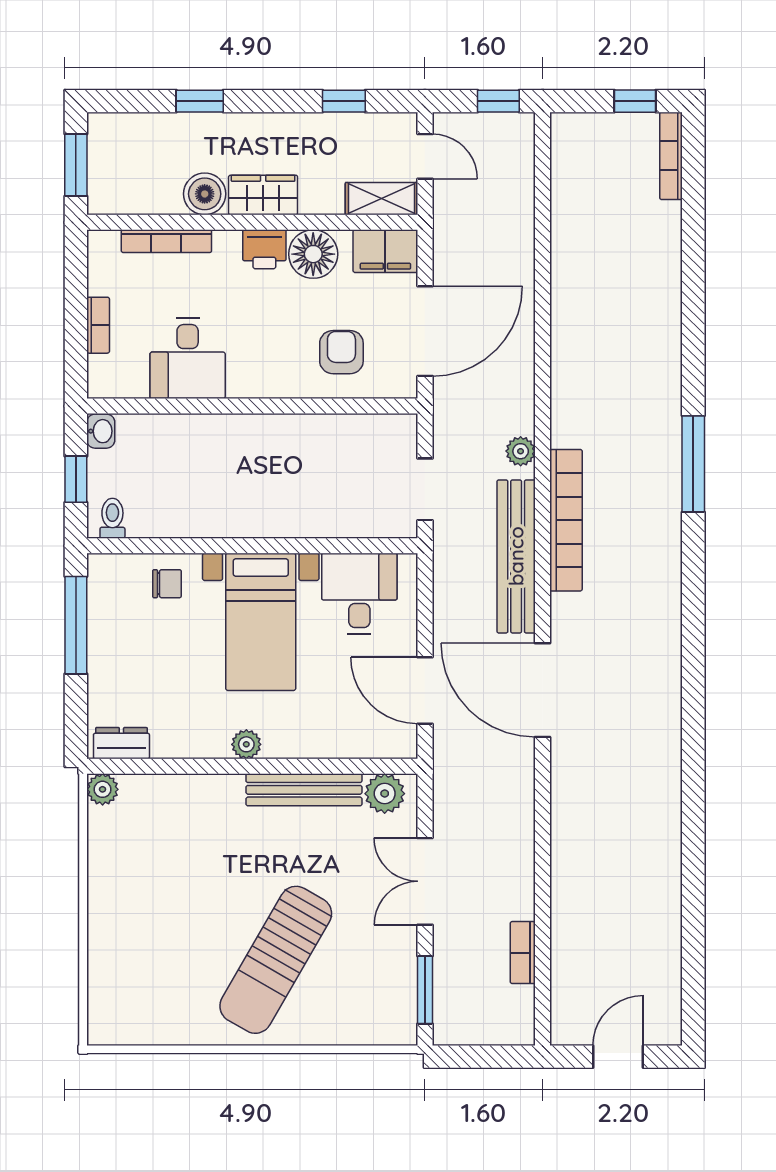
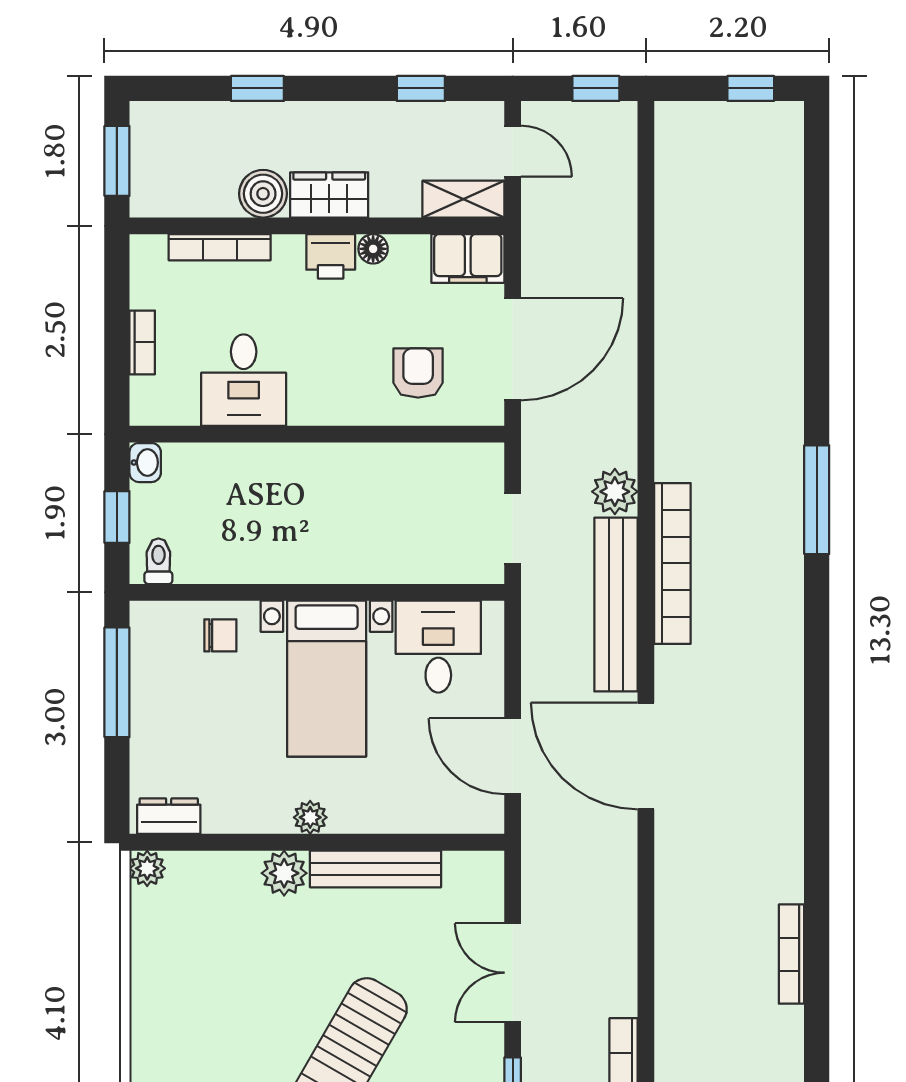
bookcase: (671, 156) -> (791, 954), moved
floor lamp: (313, 254) -> (373, 249), width x0.53, depth x0.53
plant: (521, 451) -> (615, 492), width x1.38, depth x1.38
plant: (385, 794) -> (284, 873), moved

